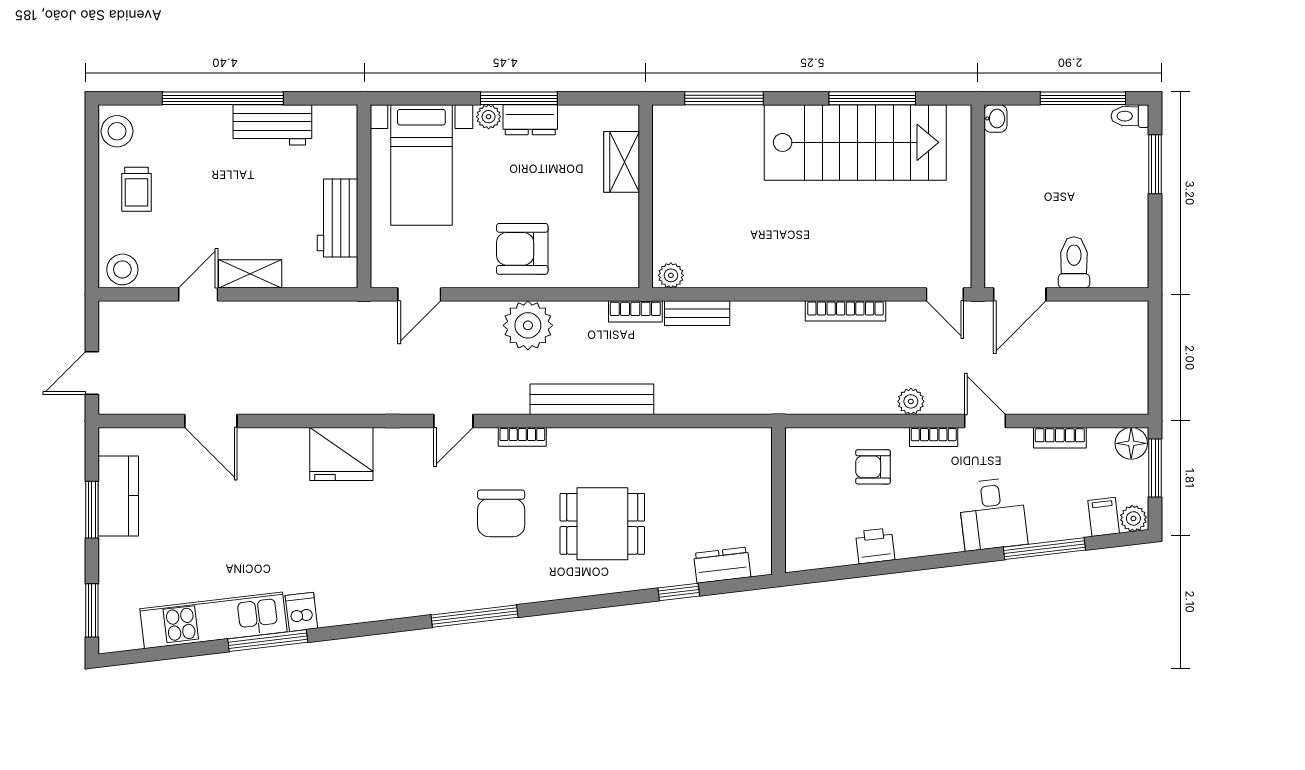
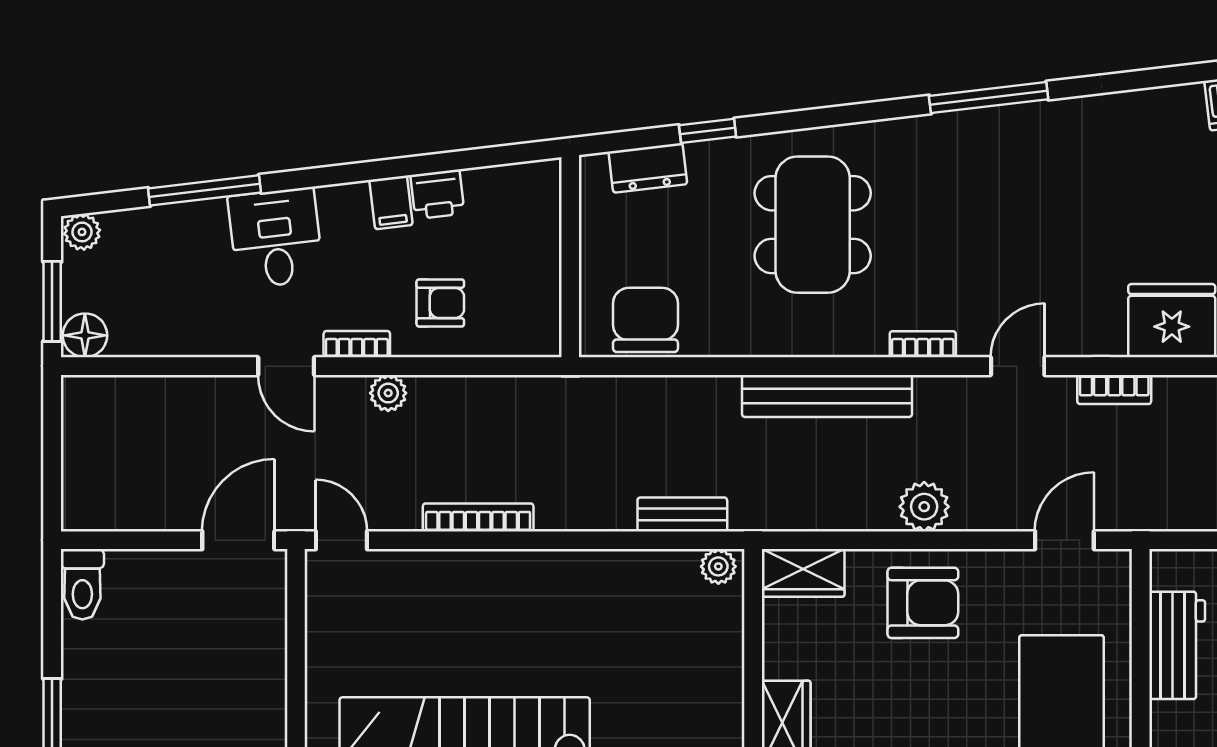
toilet: (1074, 262) -> (82, 584), moved
wardrobe: (609, 271) -> (803, 573), added
bookcase: (635, 311) -> (1114, 390), moved, turned 180
plant: (528, 325) -> (924, 507), width x0.73, depth x0.73
bookcase: (1060, 438) -> (183, 343), removed
chair: (501, 513) -> (645, 320), moved
filing cabinet: (1104, 517) -> (391, 202), moved
dining table: (602, 524) -> (813, 225), width x1.37

